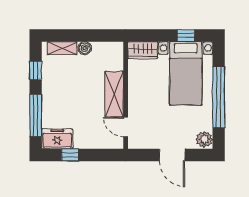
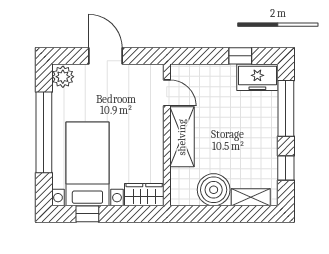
boiler: (85, 48) -> (214, 190), width x1.86, depth x1.86

